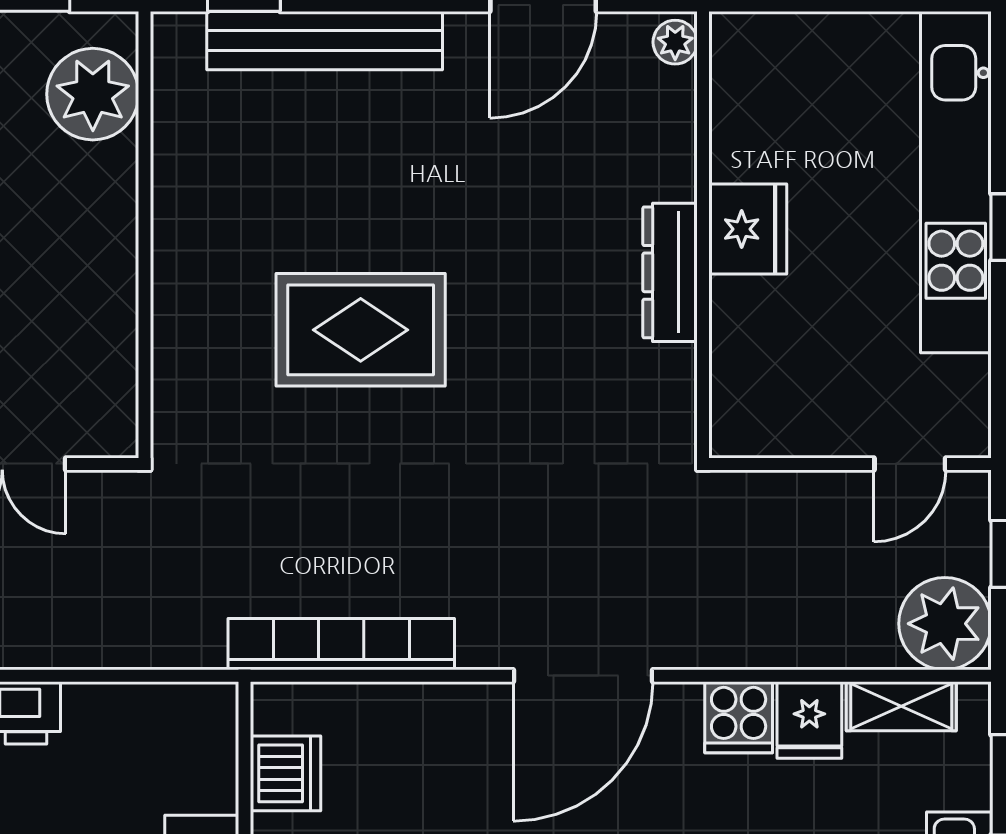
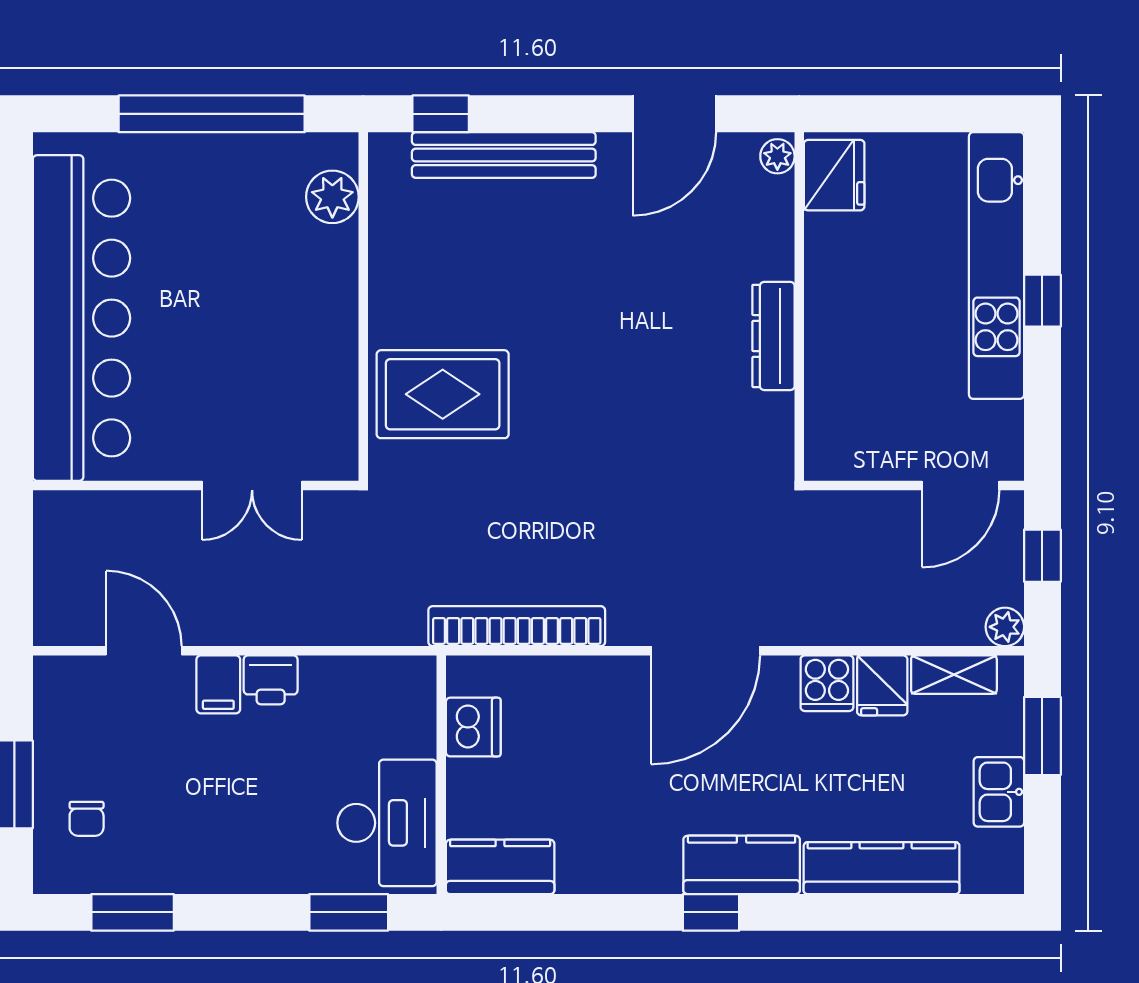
plant: (93, 94) -> (332, 197), width x0.73, depth x0.73
fridge: (748, 229) -> (834, 175), moved
rug: (361, 330) -> (443, 394), moved
door: (910, 464) -> (961, 486), width x1.38
plant: (945, 624) -> (1005, 627), width x0.53, depth x0.53

